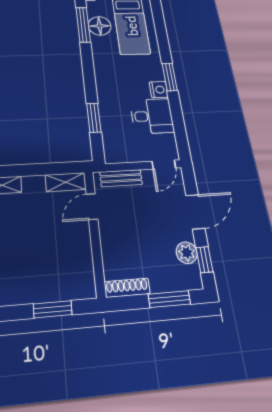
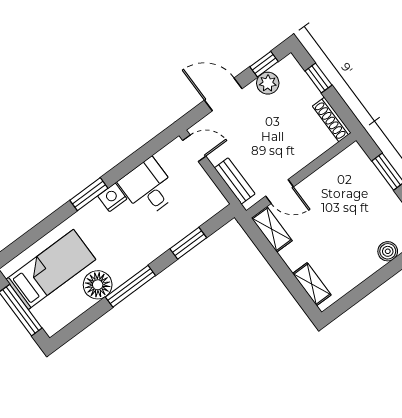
window: (83, 25) -> (130, 286), moved
floor lamp: (100, 26) -> (98, 285), moved
window: (169, 299) -> (318, 78), width x0.67

